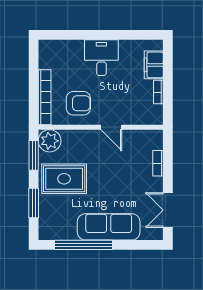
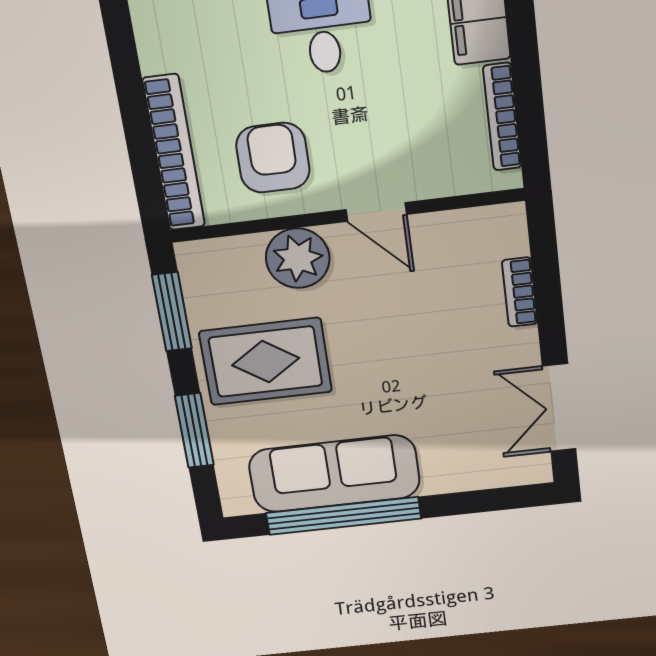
bookcase: (158, 92) -> (502, 117), width x1.56
armchair: (78, 103) -> (273, 158), turned -90
plant: (50, 141) -> (298, 258), moved
sofa: (109, 227) -> (334, 474), moved

